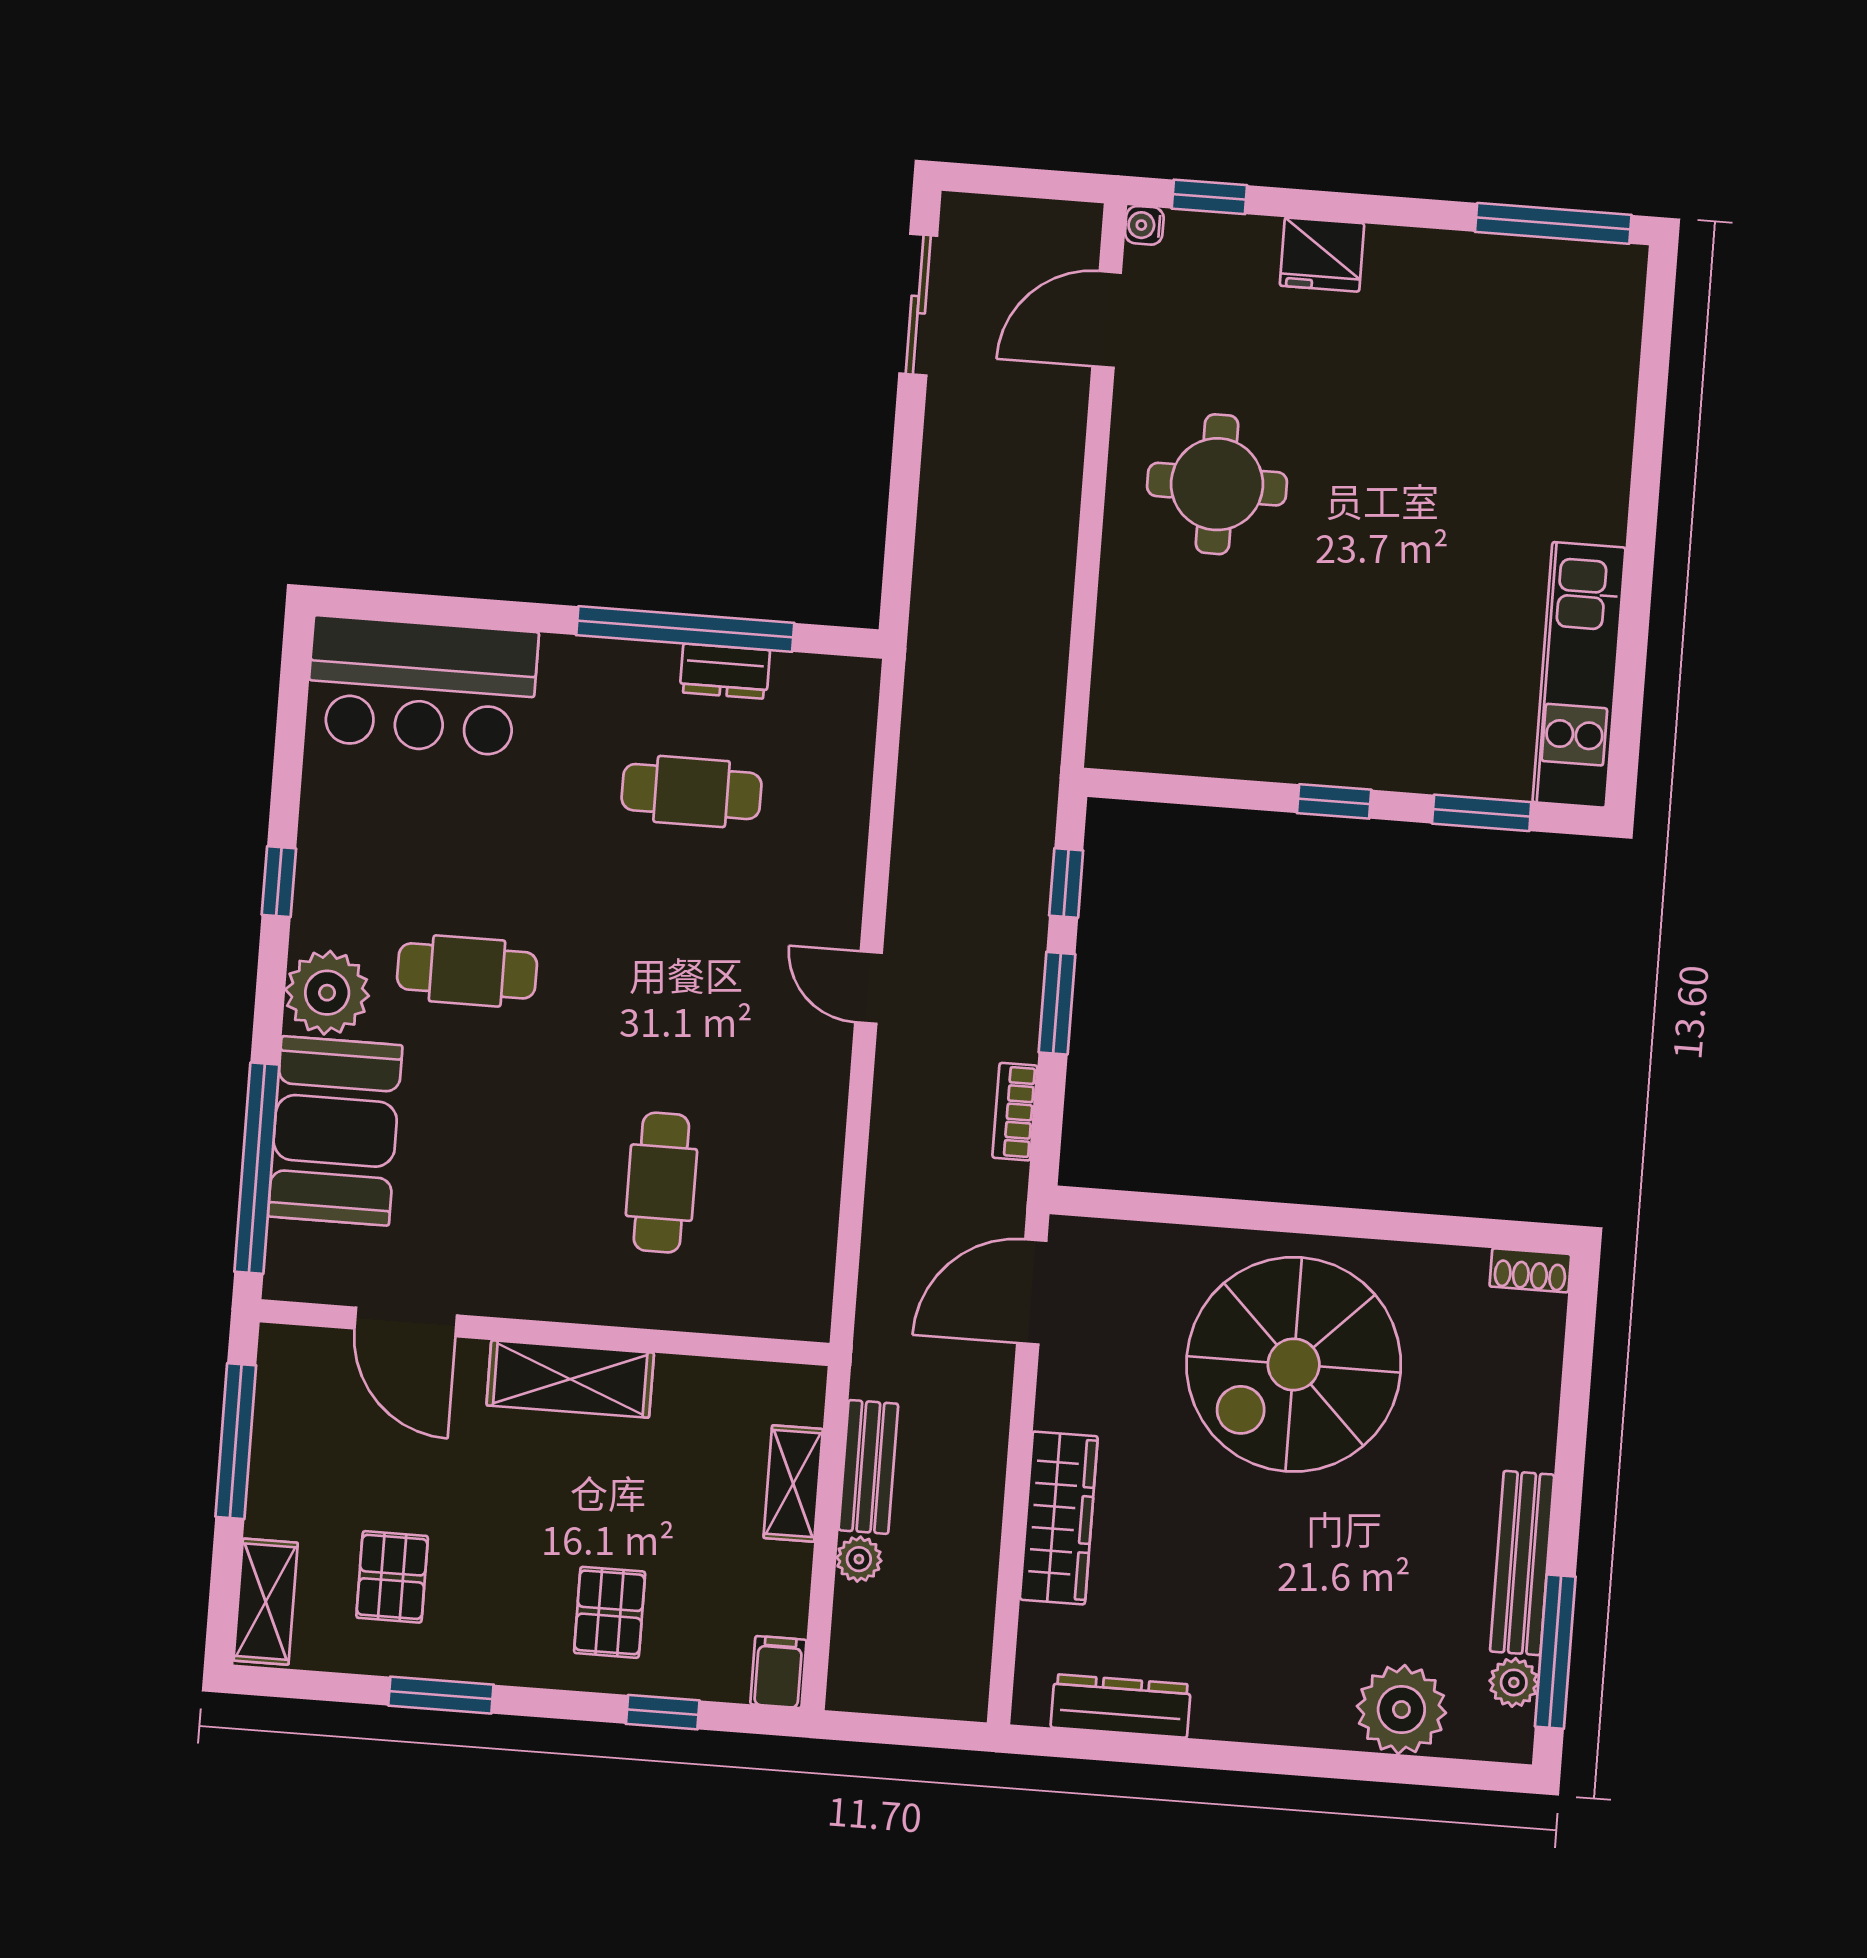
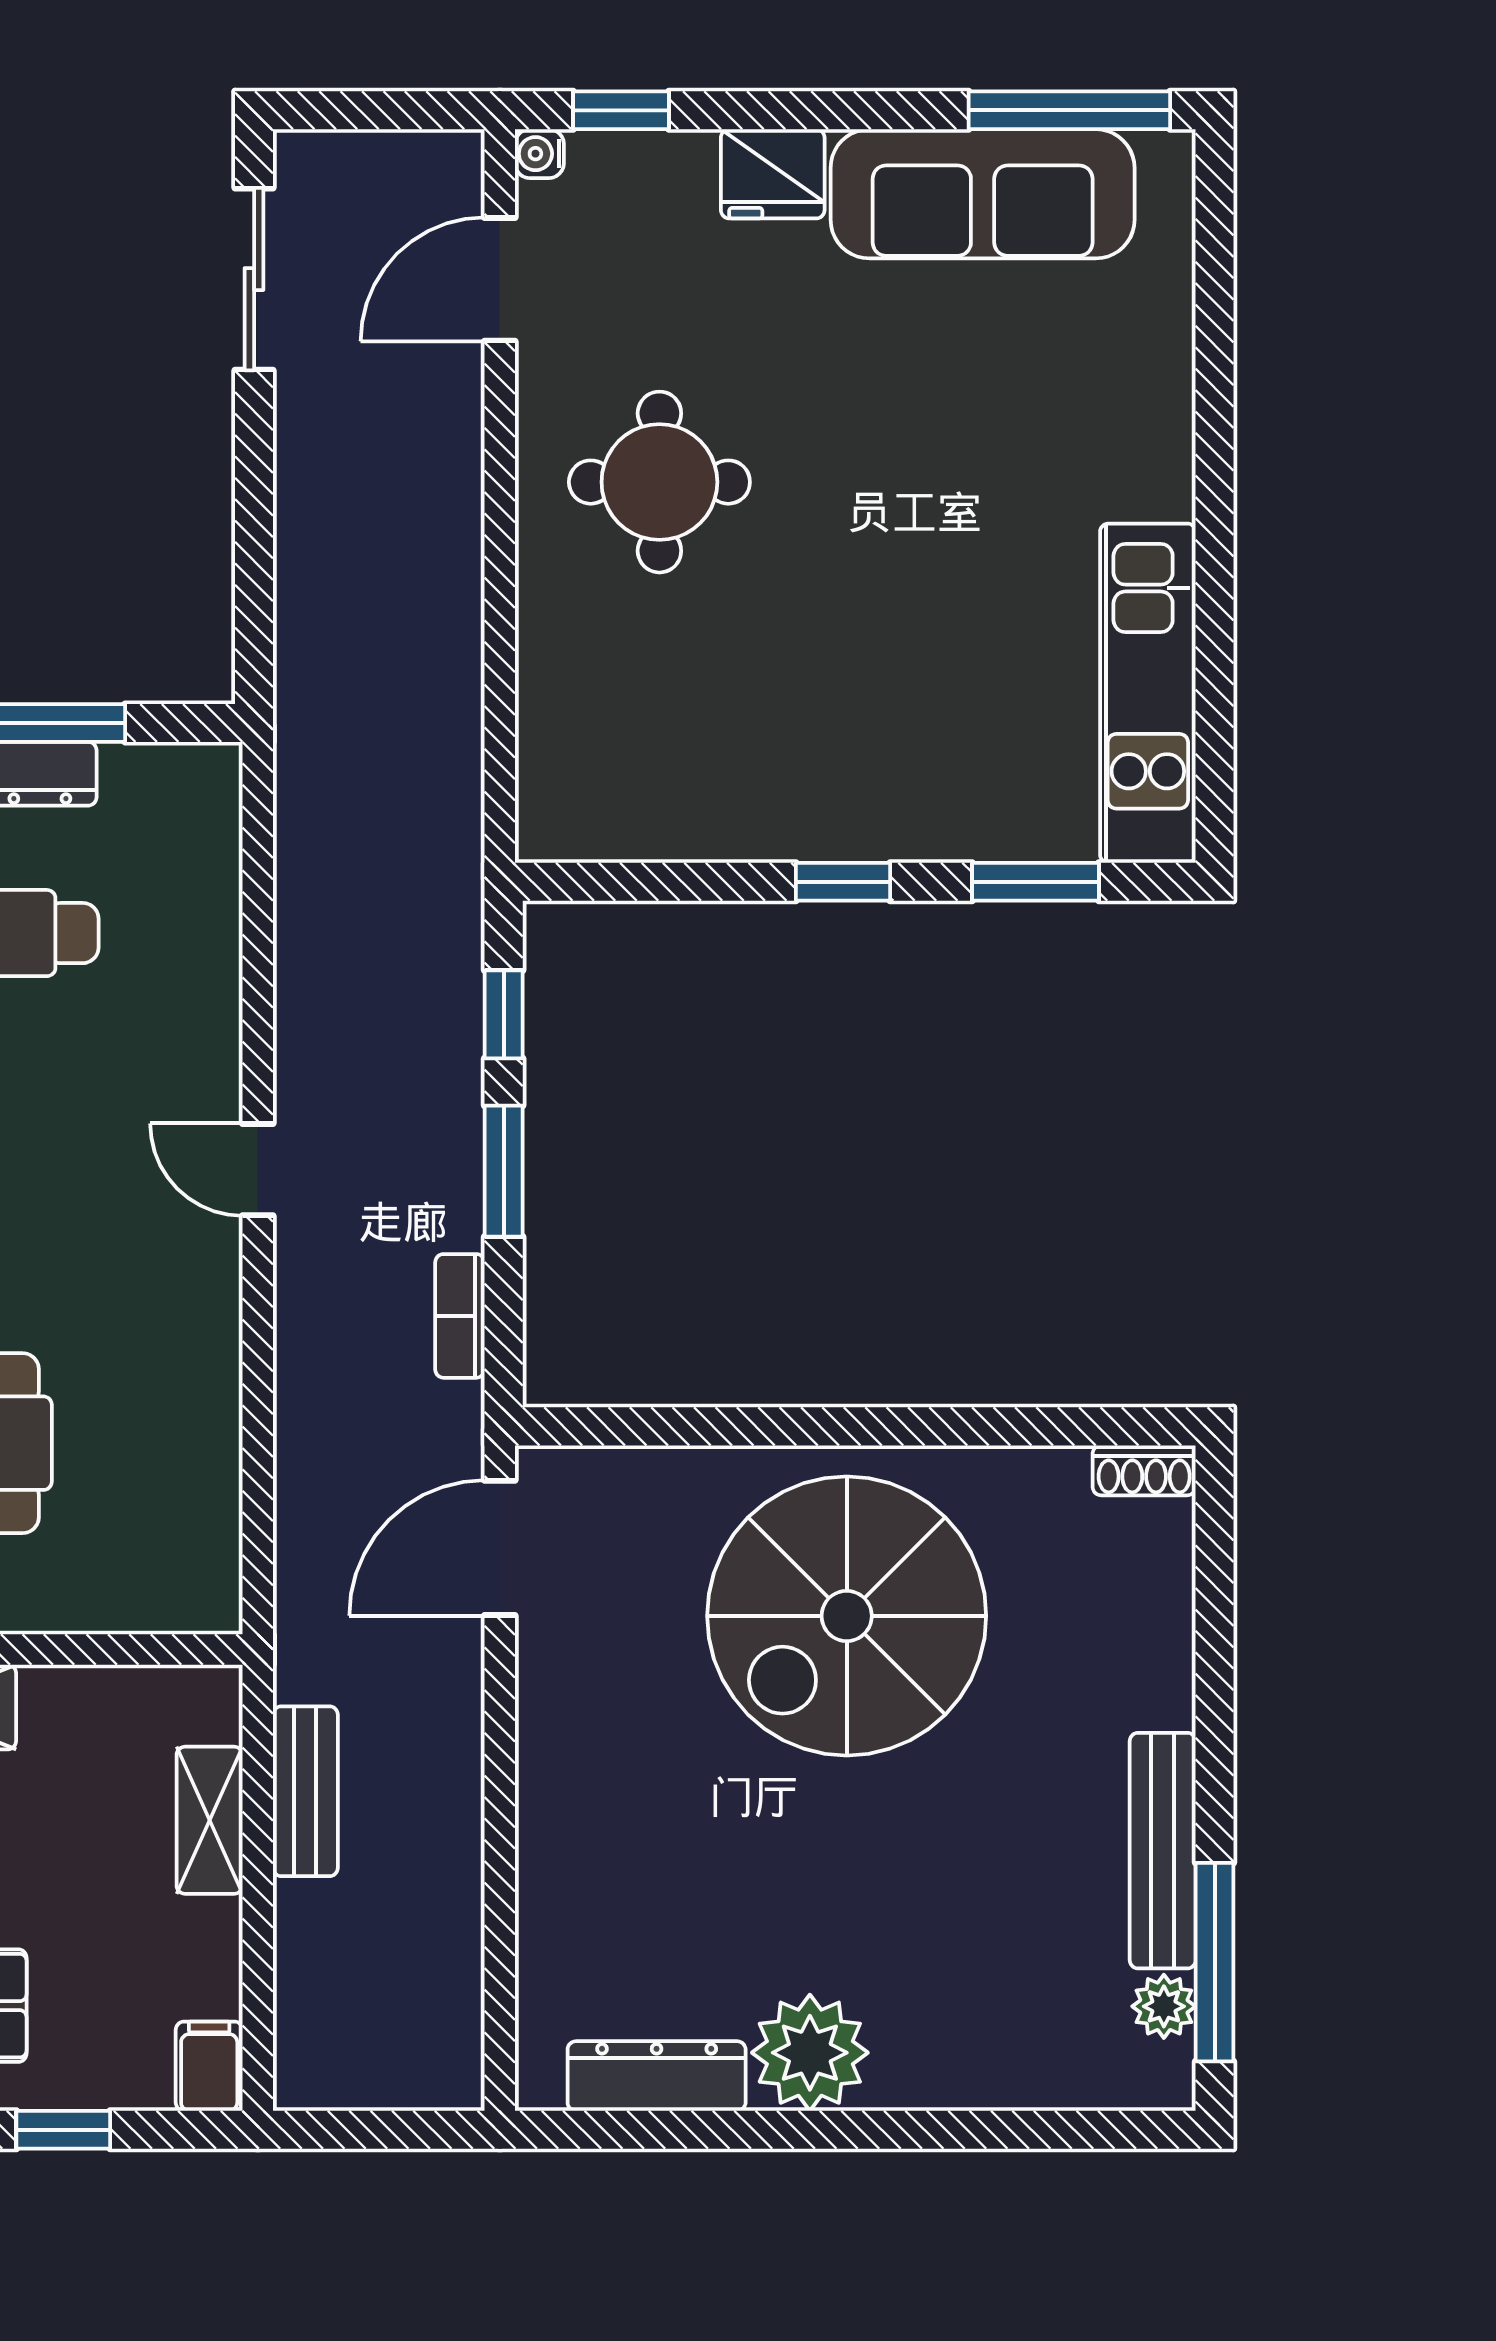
sofa: (1482, 282) -> (983, 194), added
wardrobe: (1059, 1518) -> (557, 1838), removed
plant: (859, 1559) -> (302, 1912), removed
plant: (1401, 1710) -> (810, 2053), moved

